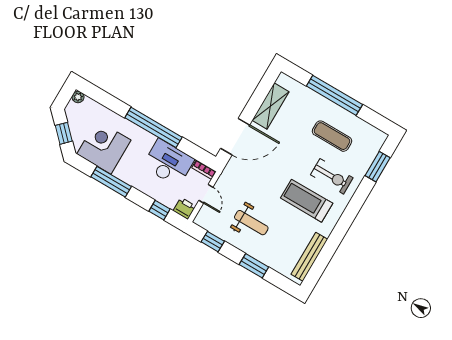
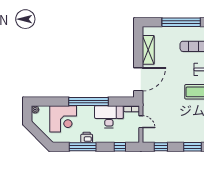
window: (64, 133) -> (39, 135), removed
corner desk: (104, 147) -> (63, 119), moved, turned 180
printer: (184, 208) -> (87, 137), moved
weight bench: (251, 223) -> (176, 123), removed

